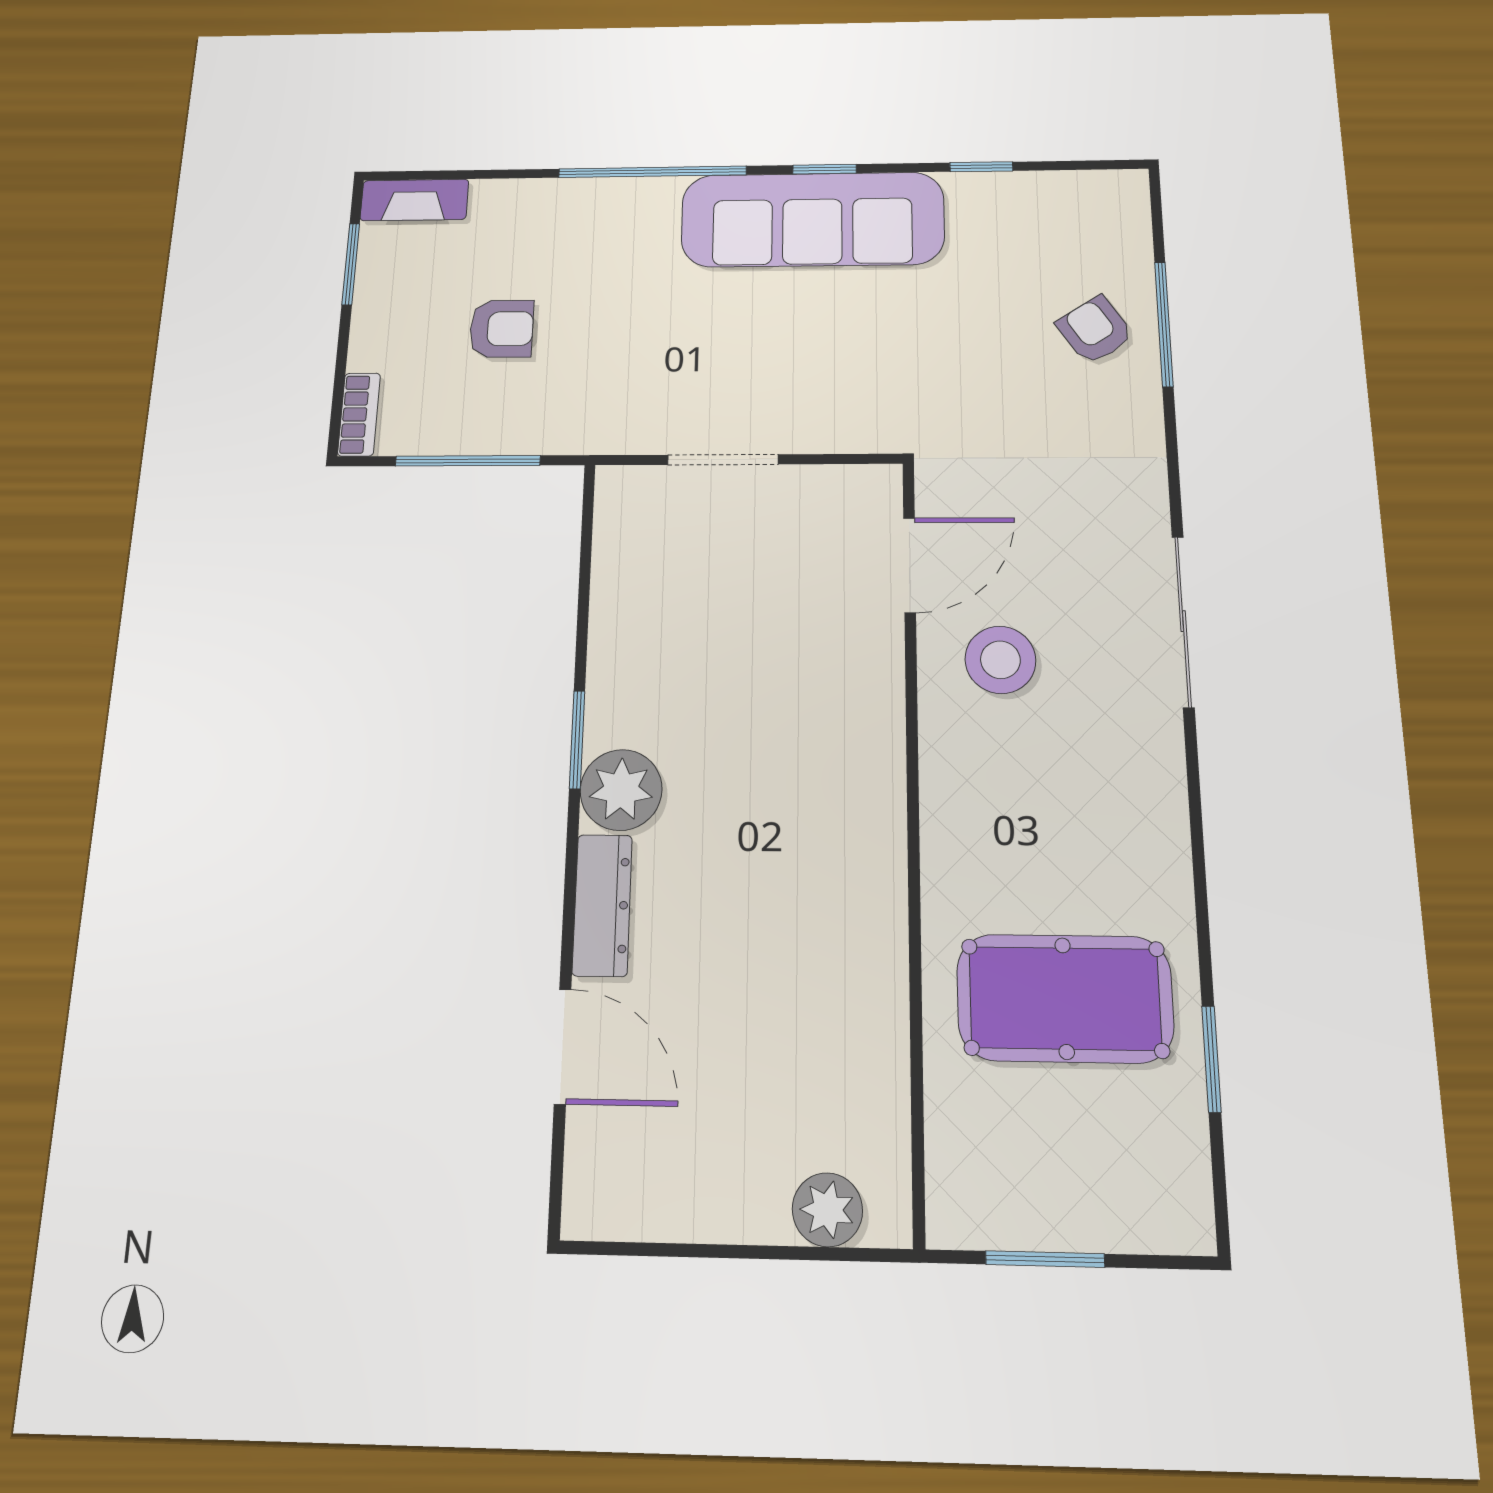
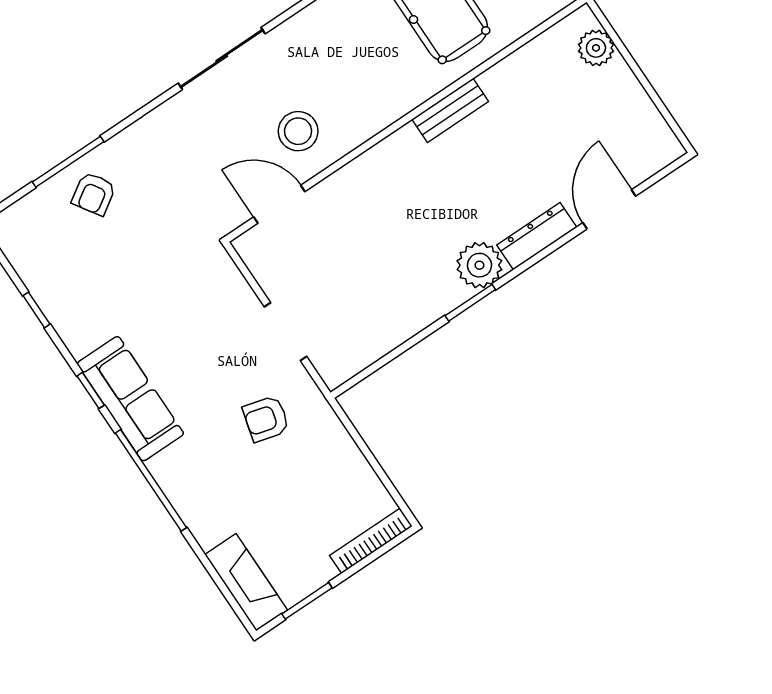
fireplace: (414, 200) -> (246, 582), width x1.37, depth x1.32
sofa: (812, 219) -> (130, 399), width x0.74, depth x0.79
armchair: (501, 329) -> (266, 419), moved, turned -75
bookcase: (359, 414) -> (371, 541), width x1.56
window: (468, 461) -> (371, 458), removed
bench: (882, 905) -> (450, 110), added

